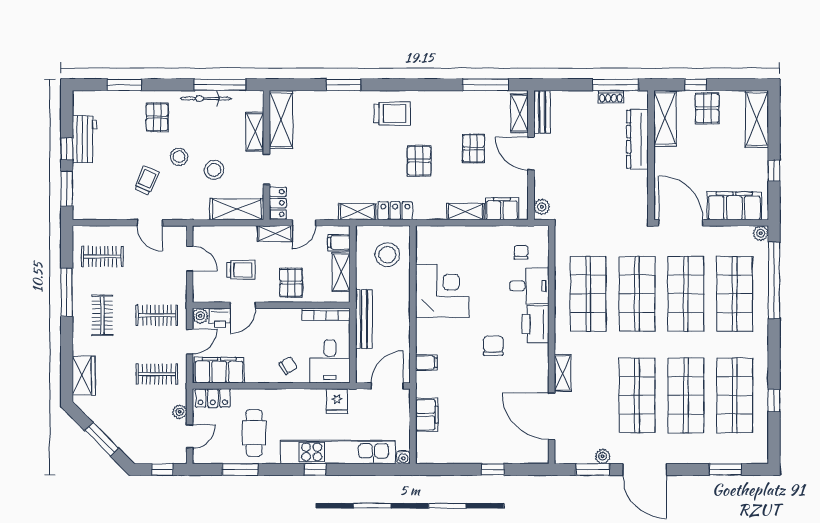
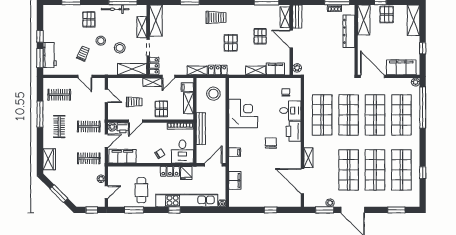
workbench: (84, 139) -> (50, 55), moved
locker: (213, 398) -> (170, 171), moved

